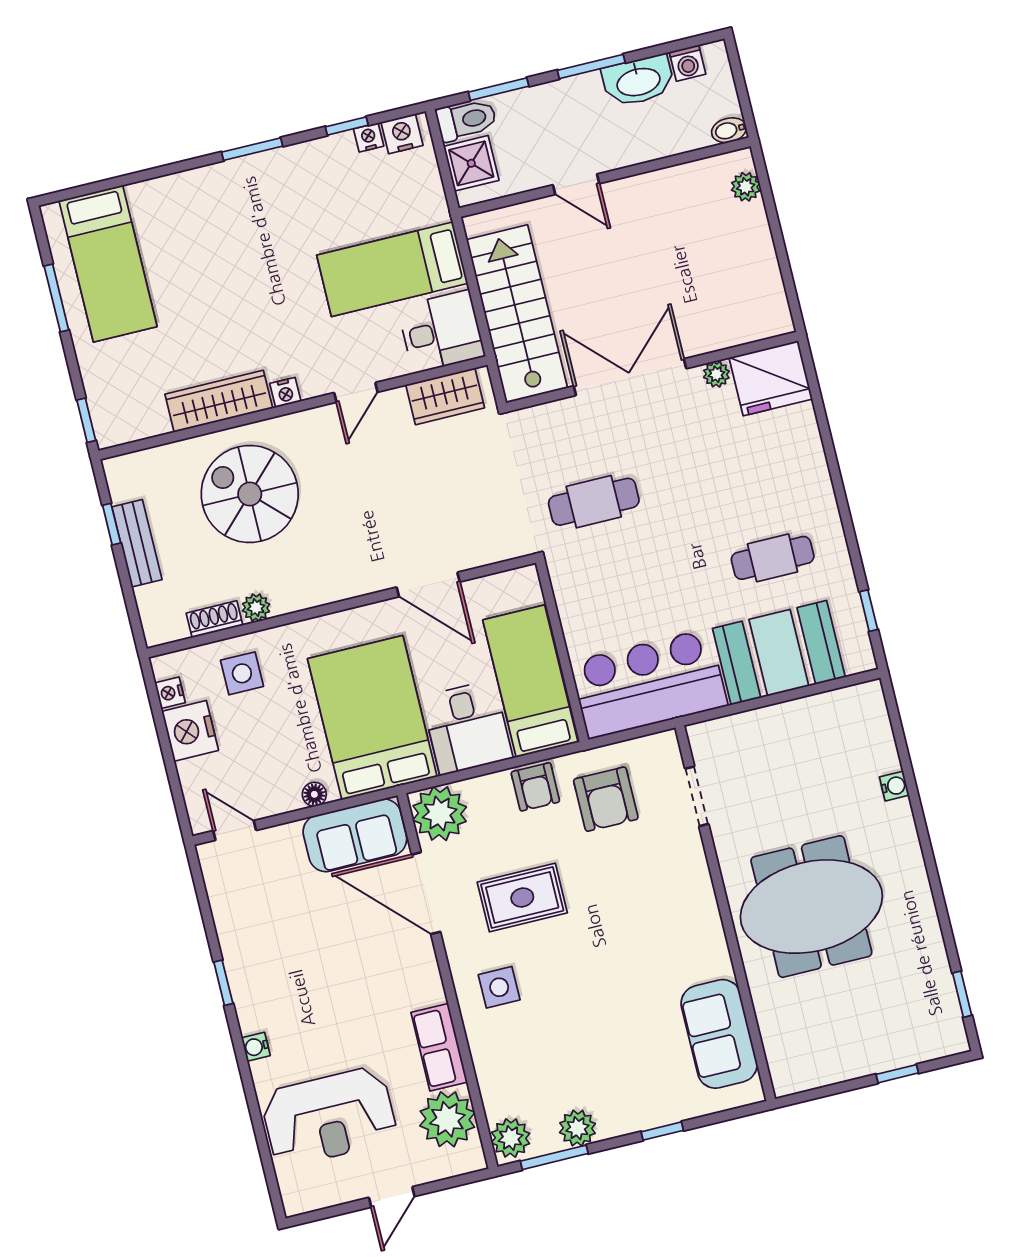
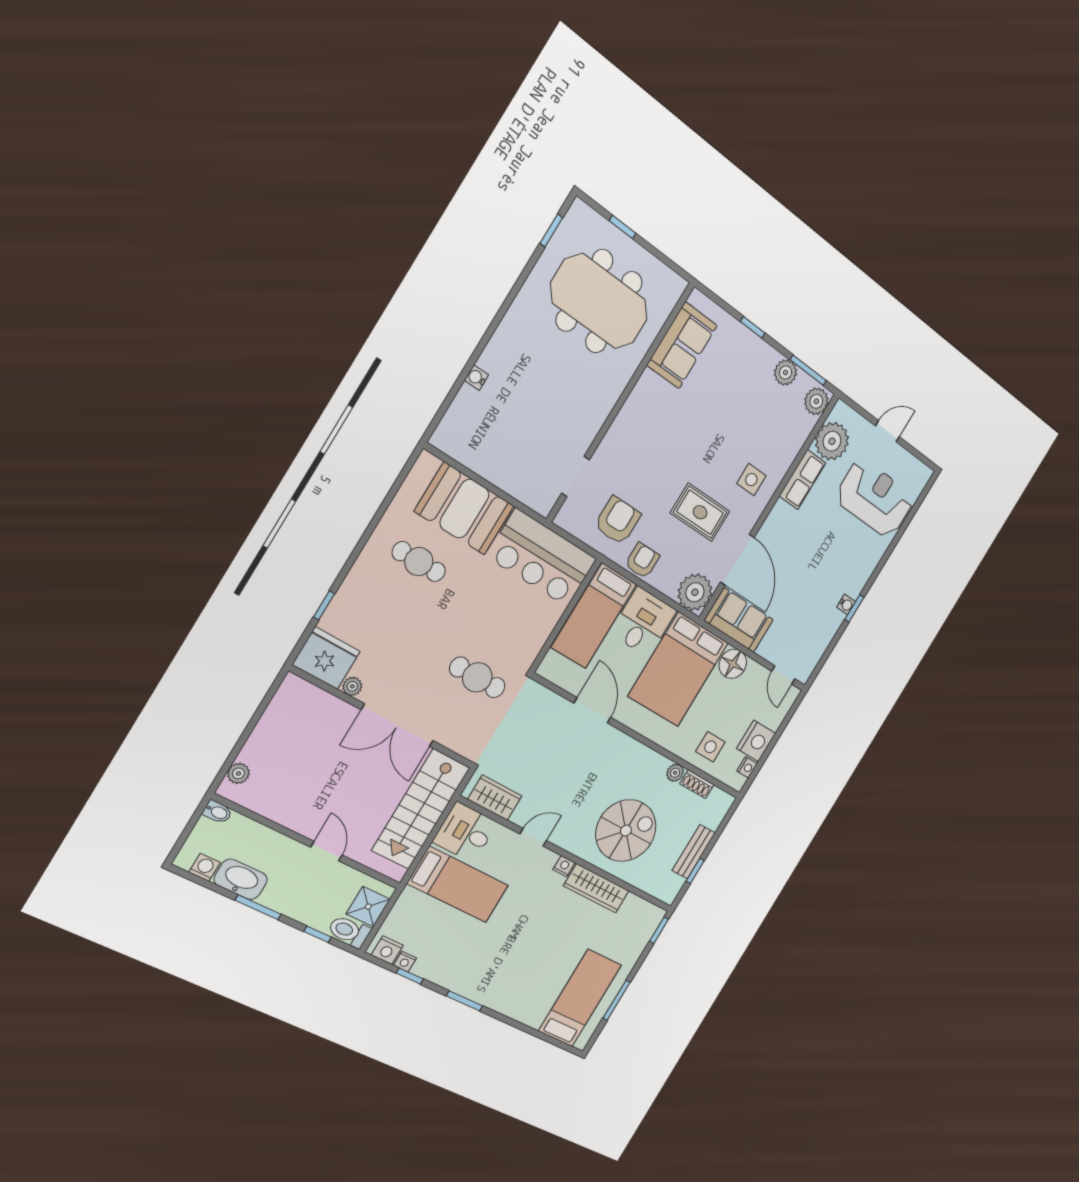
window: (499, 89) -> (317, 934), width x0.67
spiral stairs: (250, 494) -> (626, 831), turned -90
window: (869, 611) -> (324, 605), moved
floor lamp: (314, 794) -> (733, 664), width x1.89, depth x1.89
meeting table: (811, 907) -> (599, 301), moved
water cooler: (256, 1047) -> (846, 605), moved

